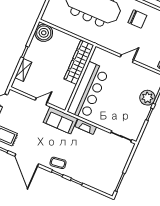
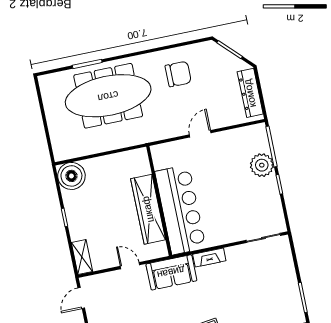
wardrobe: (79, 62) -> (148, 209), moved
shelving: (23, 70) -> (82, 257), moved
door: (41, 101) -> (130, 266), hinge flipped

